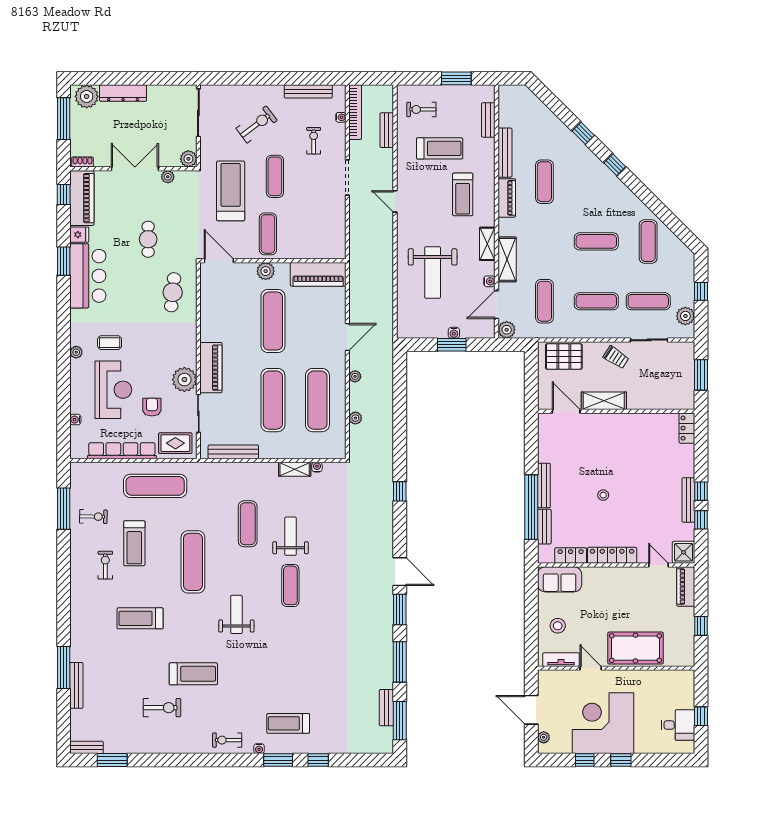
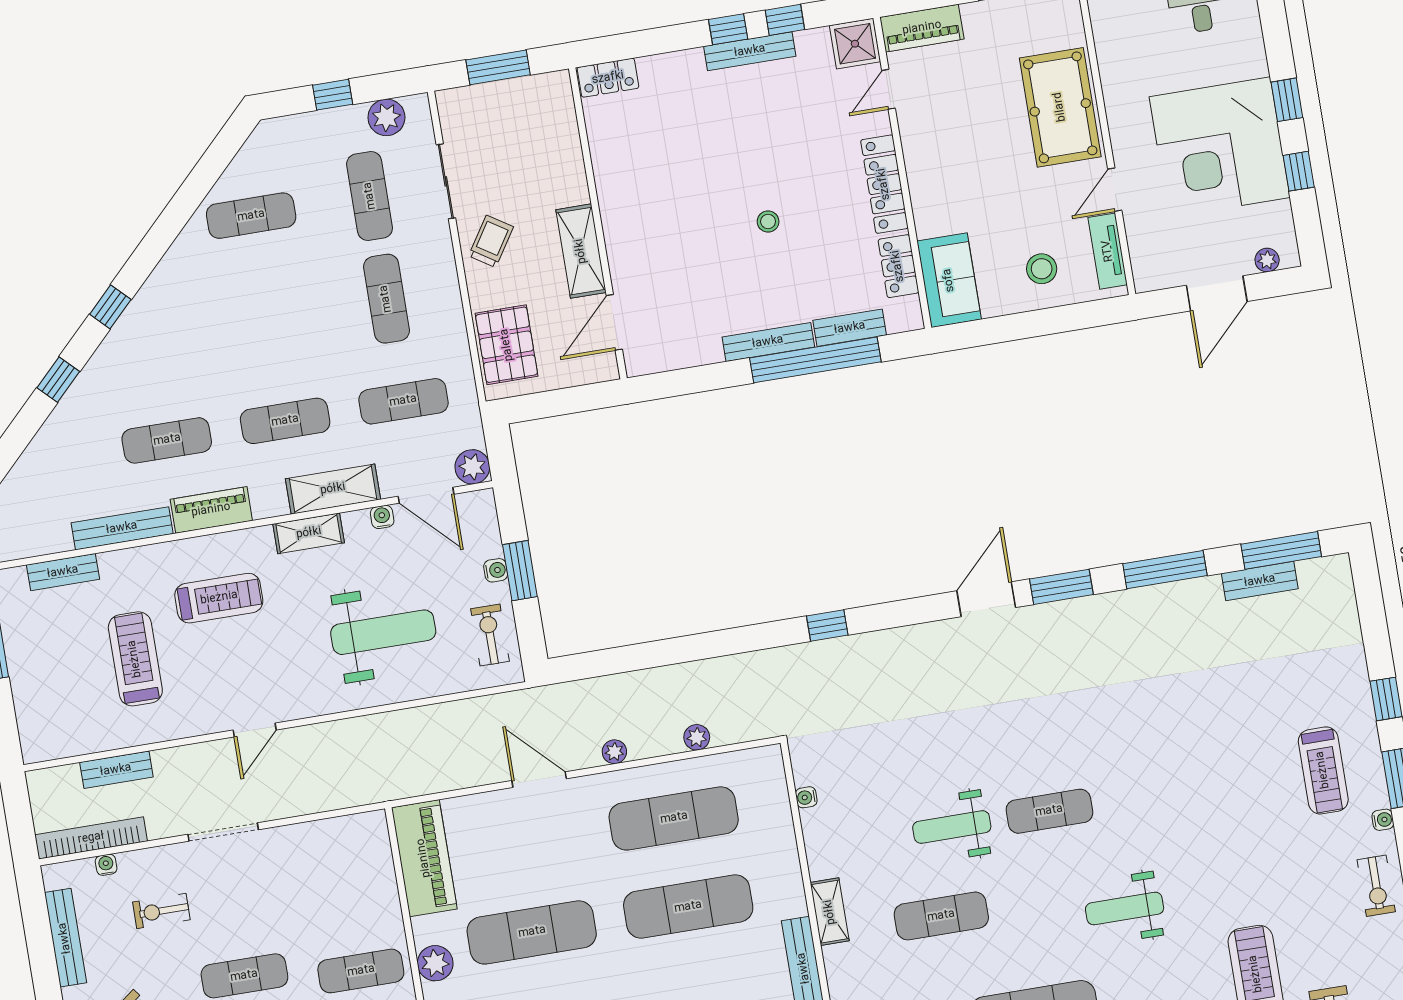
exercise bike: (421, 109) -> (490, 635), moved, turned 180
exercise mat: (596, 241) -> (285, 421), moved, turned 90
shelving: (295, 469) -> (830, 912), moved

